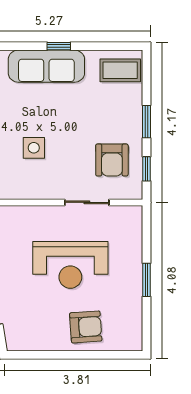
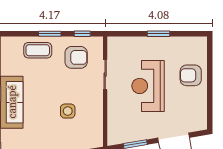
coffee table: (120, 70) -> (38, 50), moved, turned 90
reception desk: (70, 265) -> (148, 86), turned 180
armchair: (86, 327) -> (191, 75), turned -86

